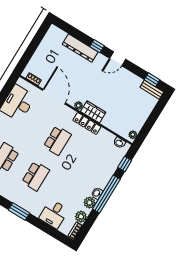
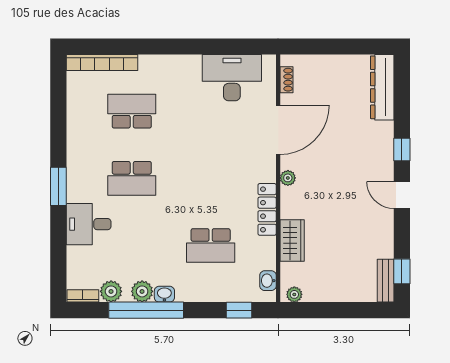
dresser: (80, 48) -> (382, 87), moved
wardrobe: (93, 112) -> (292, 241), moved
school desk: (57, 140) -> (211, 246), moved
window: (106, 194) -> (146, 310), moved
desk: (54, 214) -> (89, 224), moved

